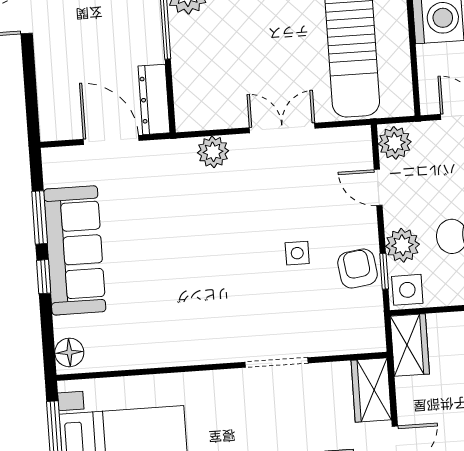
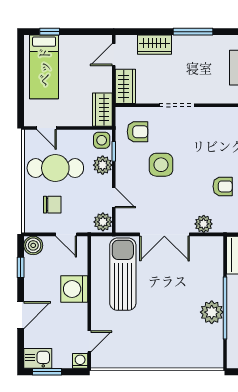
double door: (282, 128) -> (164, 234), width x1.37
armchair: (183, 222) -> (223, 186), added
side table: (297, 253) -> (161, 165), width x1.87, depth x1.87
armchair: (358, 269) -> (137, 132), moved, turned -82

